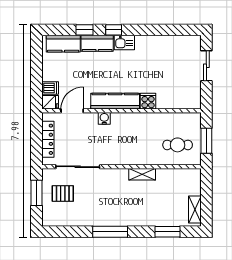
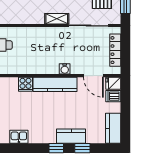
kitchen sink: (124, 43) -> (19, 137), moved
kitchen counter: (63, 44) -> (113, 128), moved, turned -90
door: (72, 111) -> (93, 76), hinge flipped
shelving: (142, 174) -> (57, 19), moved

